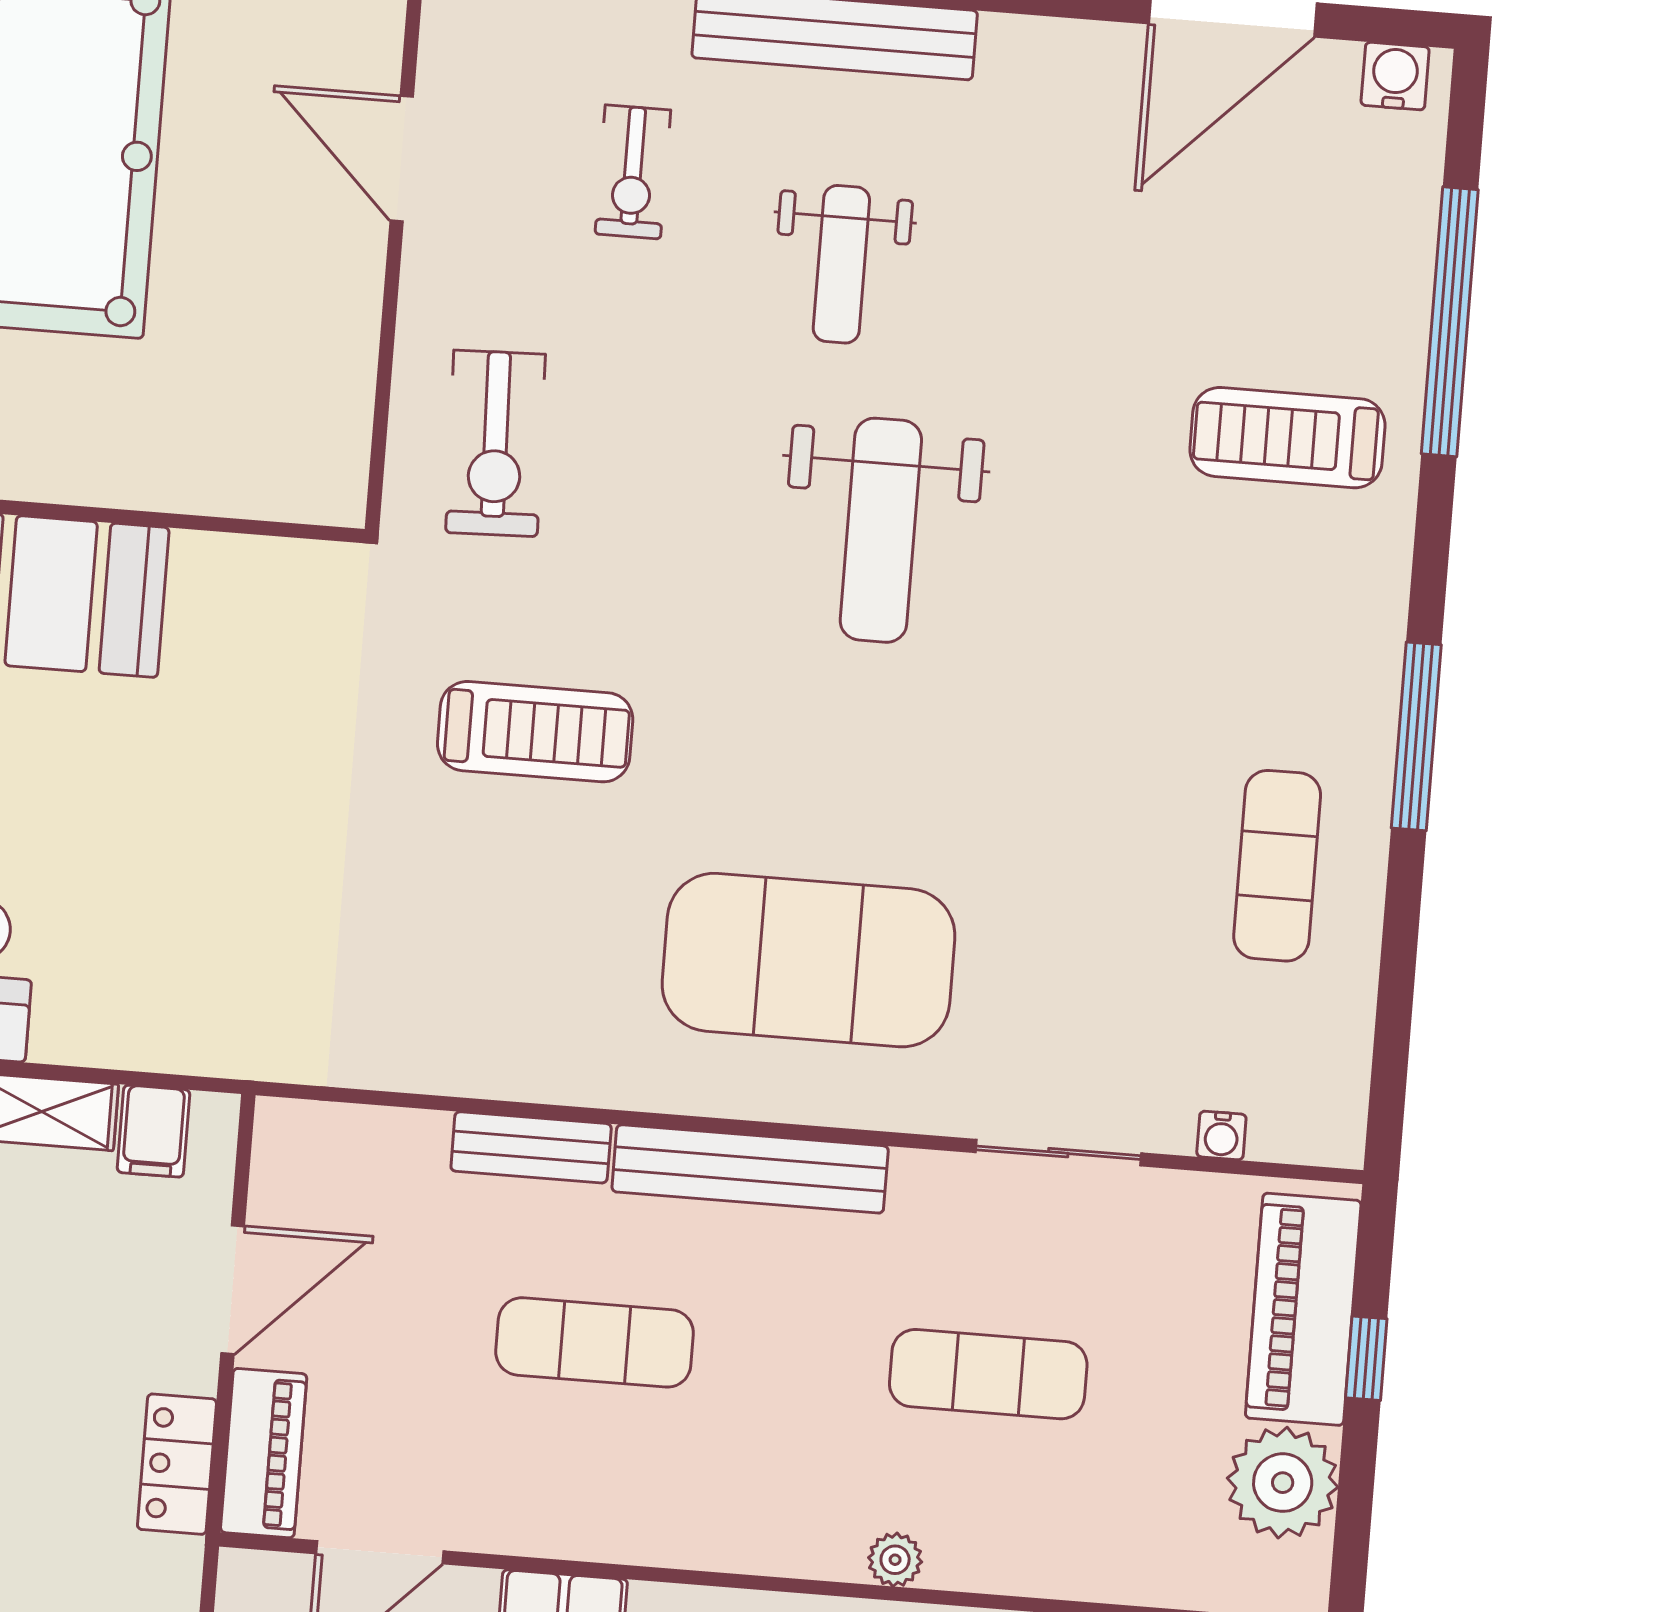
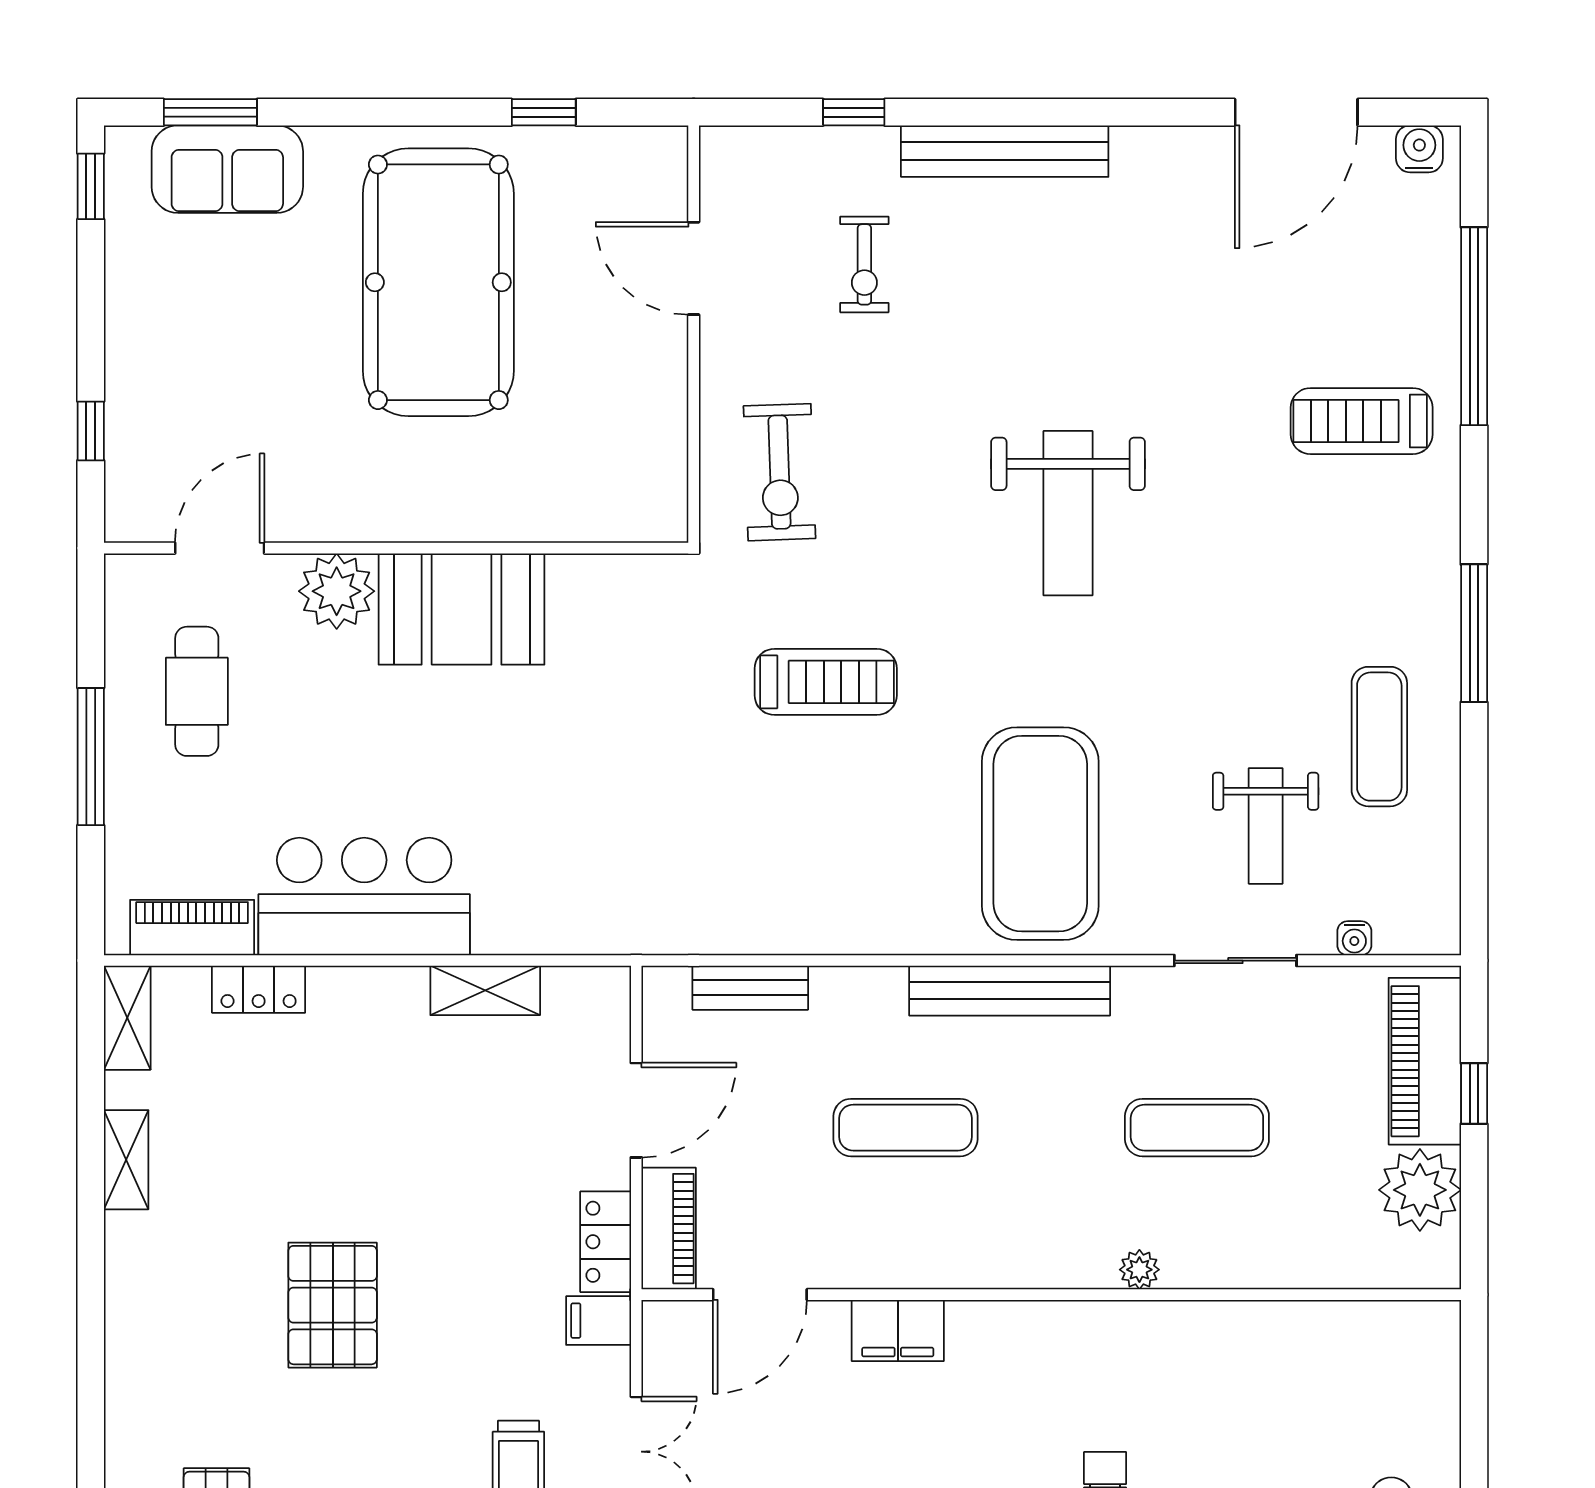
weight bench: (841, 264) -> (1266, 826), moved
exercise mat: (809, 960) -> (1040, 834), turned 90
filing cabinet: (154, 1131) -> (599, 1321), moved, turned 90
bench: (531, 1147) -> (750, 988), moved

